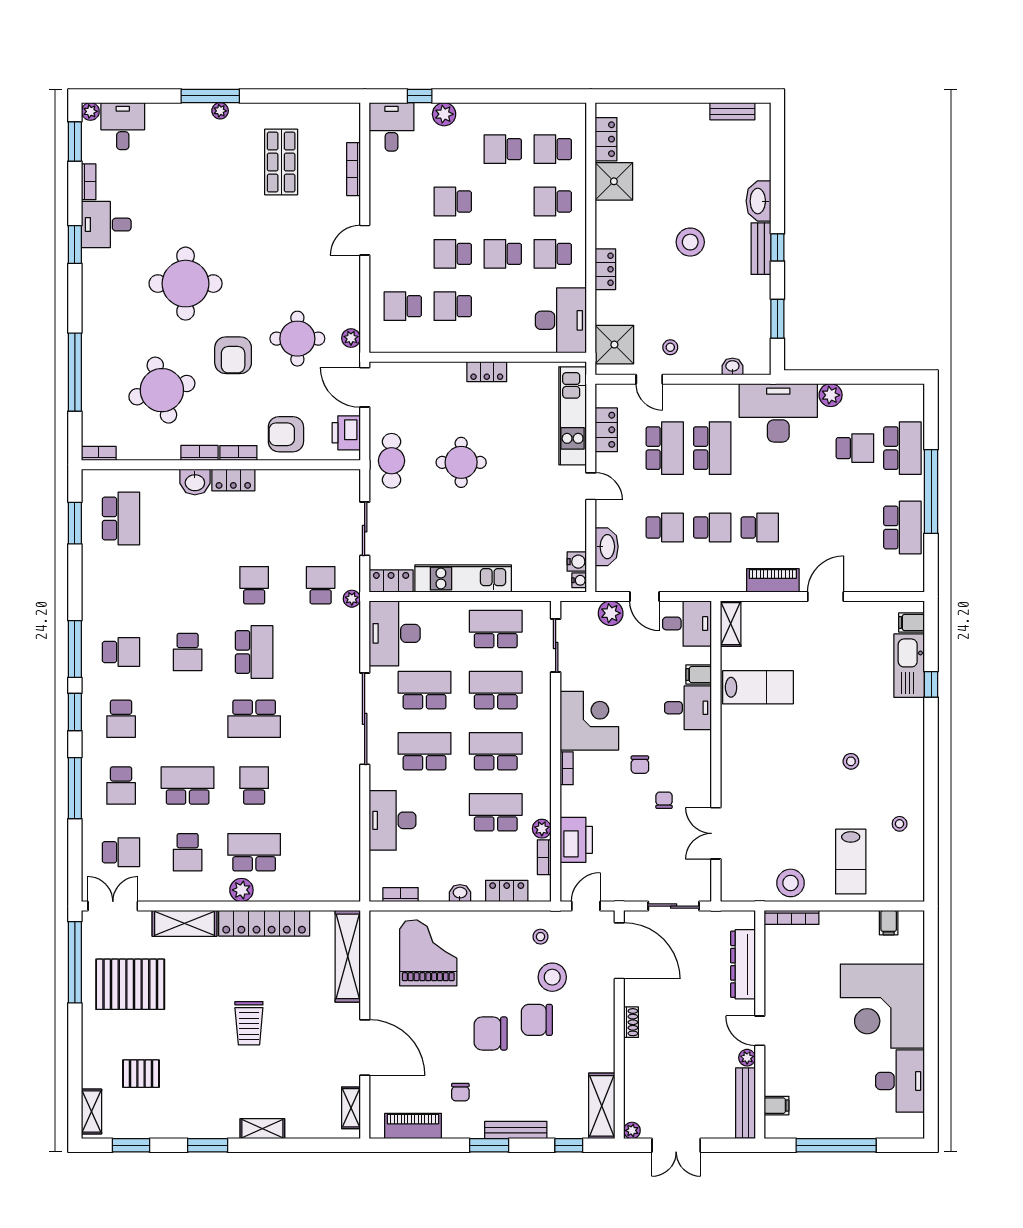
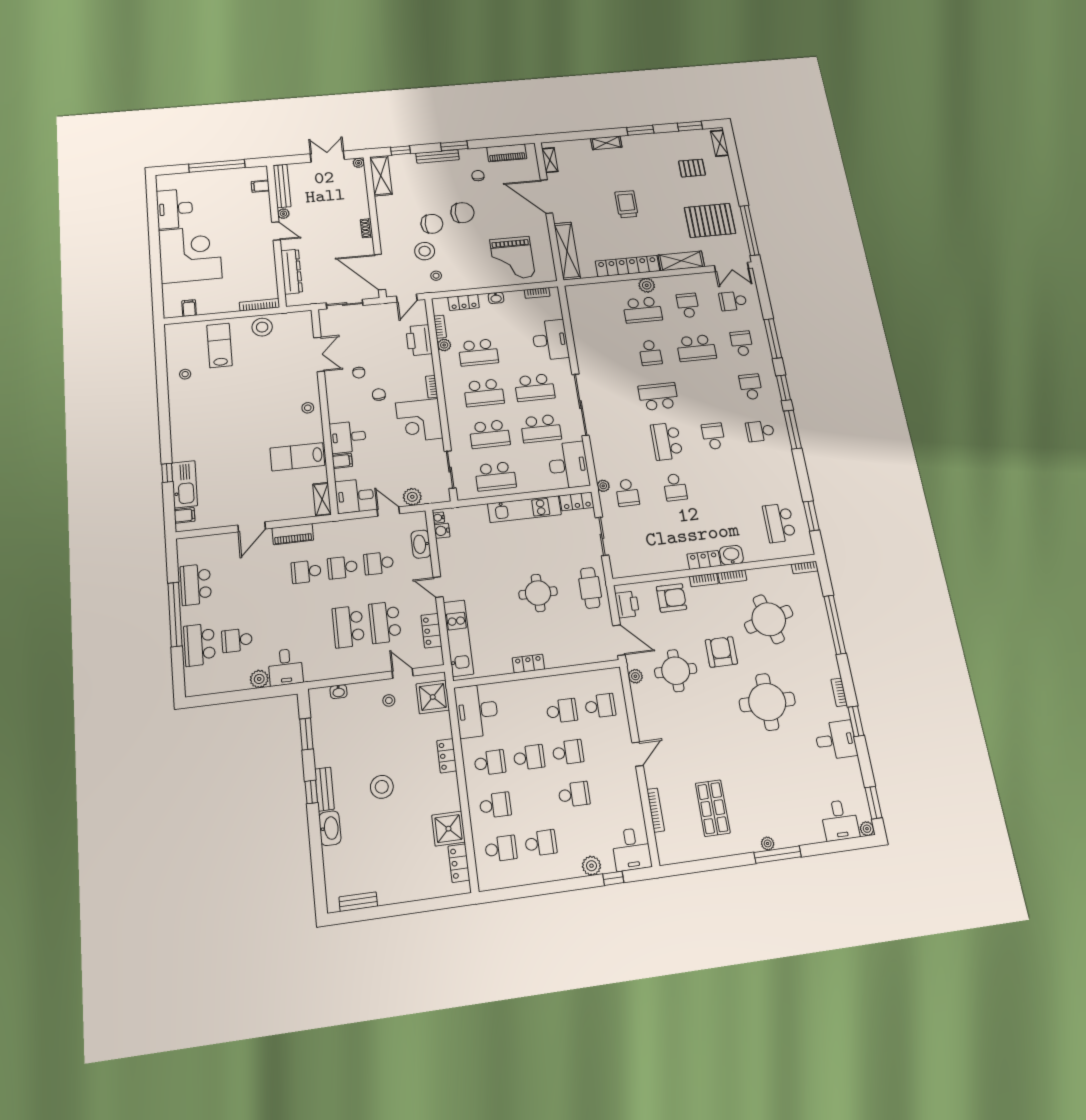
bookcase: (89, 182) -> (839, 692), moved
desk: (778, 413) -> (285, 667), width x0.53, depth x0.77
stool: (851, 761) -> (308, 408), moved

